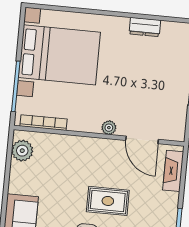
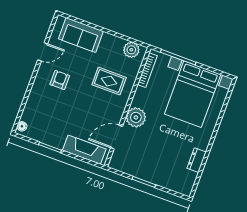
plant: (109, 128) -> (136, 117), width x1.88, depth x1.88
fireplace: (173, 171) -> (84, 150), width x1.37, depth x1.32
rug: (108, 201) -> (109, 81), moved, turned 90

